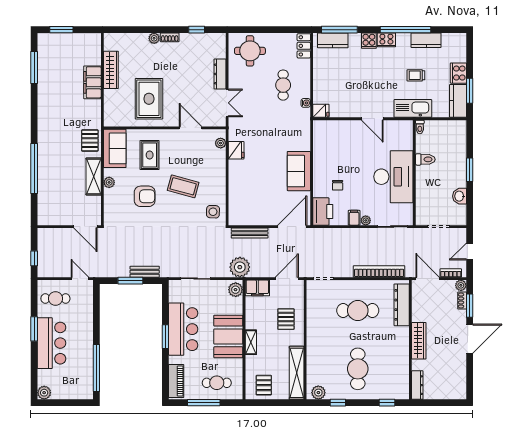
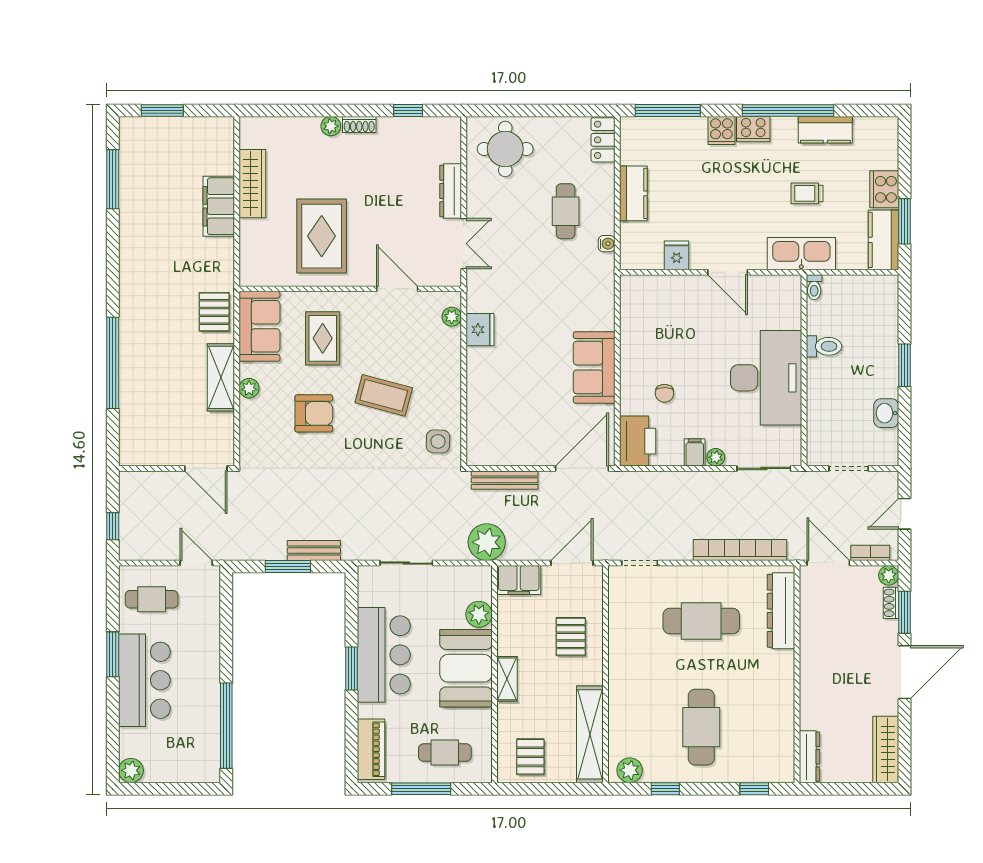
kitchen counter: (333, 40) -> (633, 193), moved, turned -90
fridge: (321, 111) -> (677, 255), moved, turned -90
plant: (236, 290) -> (479, 614), moved
wardrobe: (419, 341) -> (886, 749), moved, turned 180

